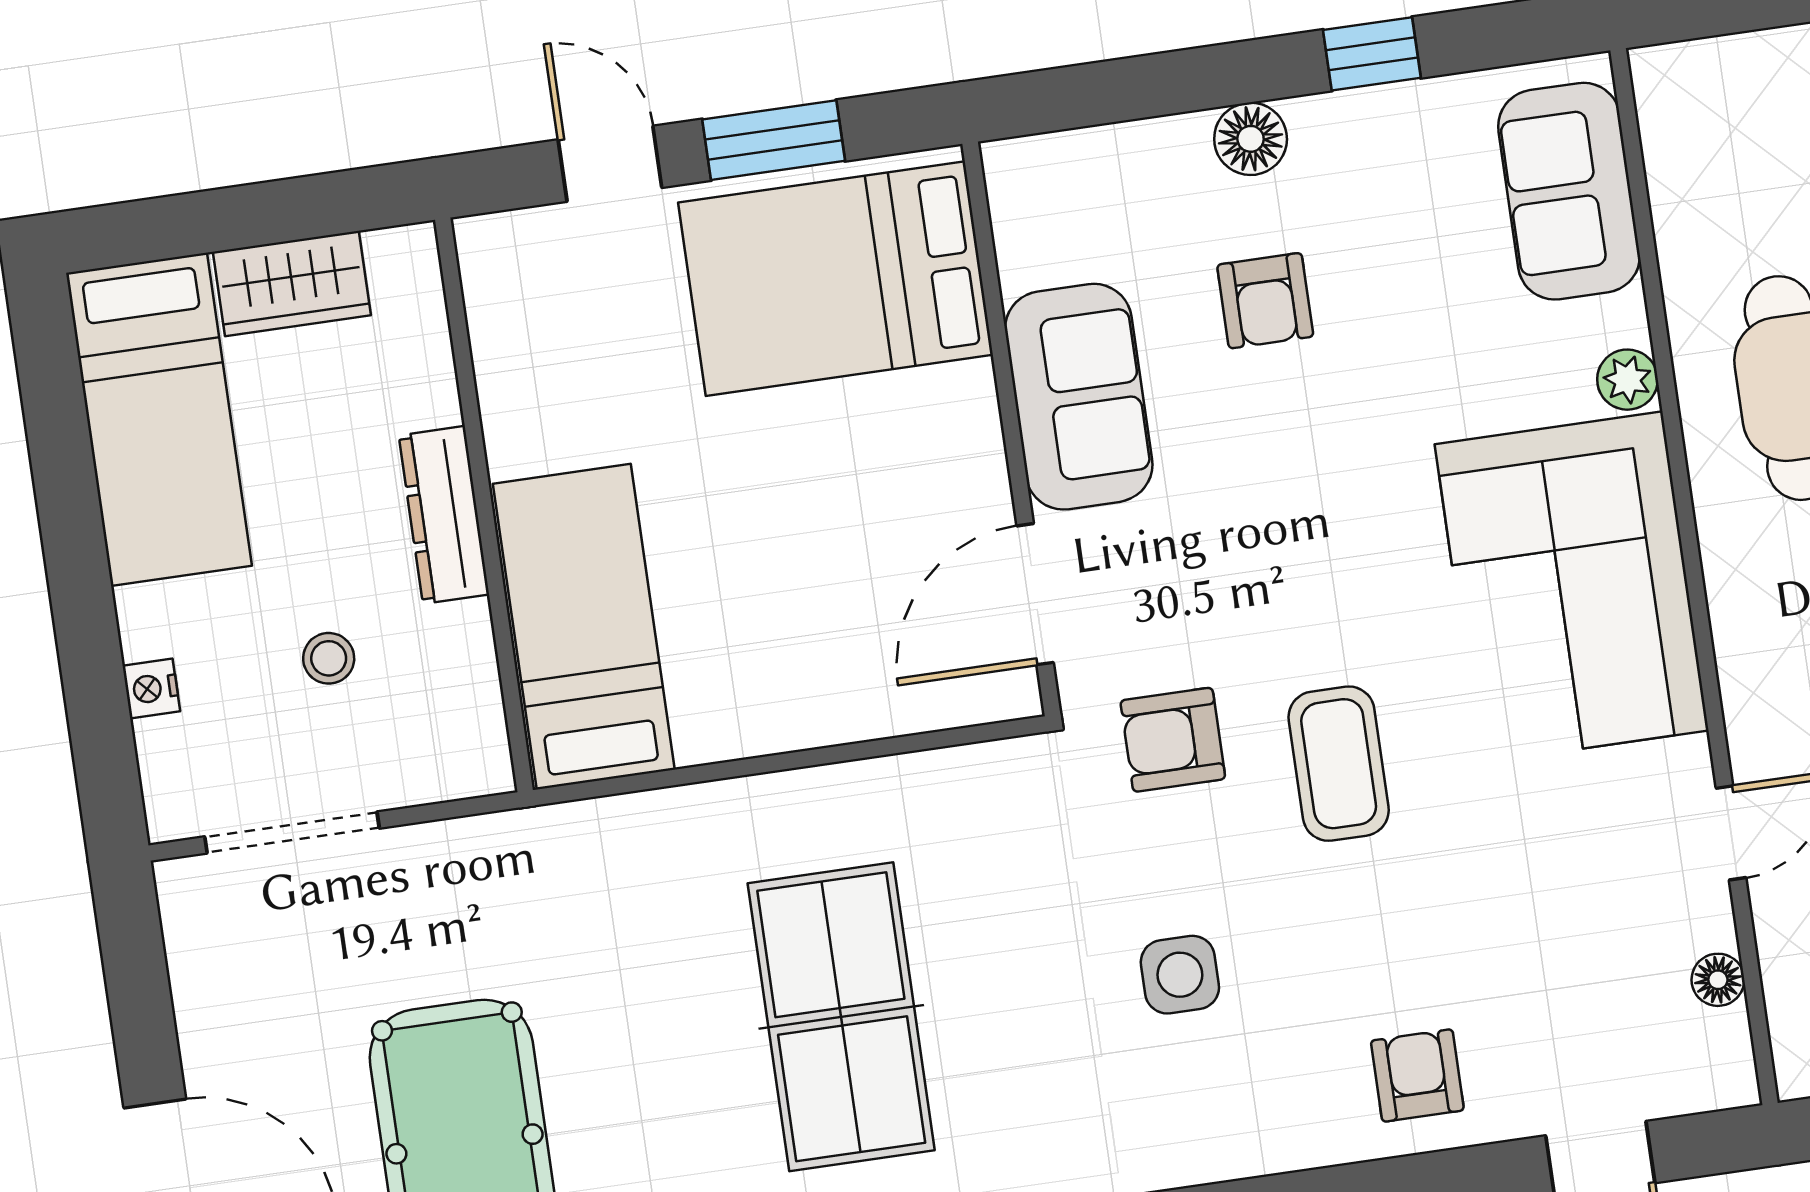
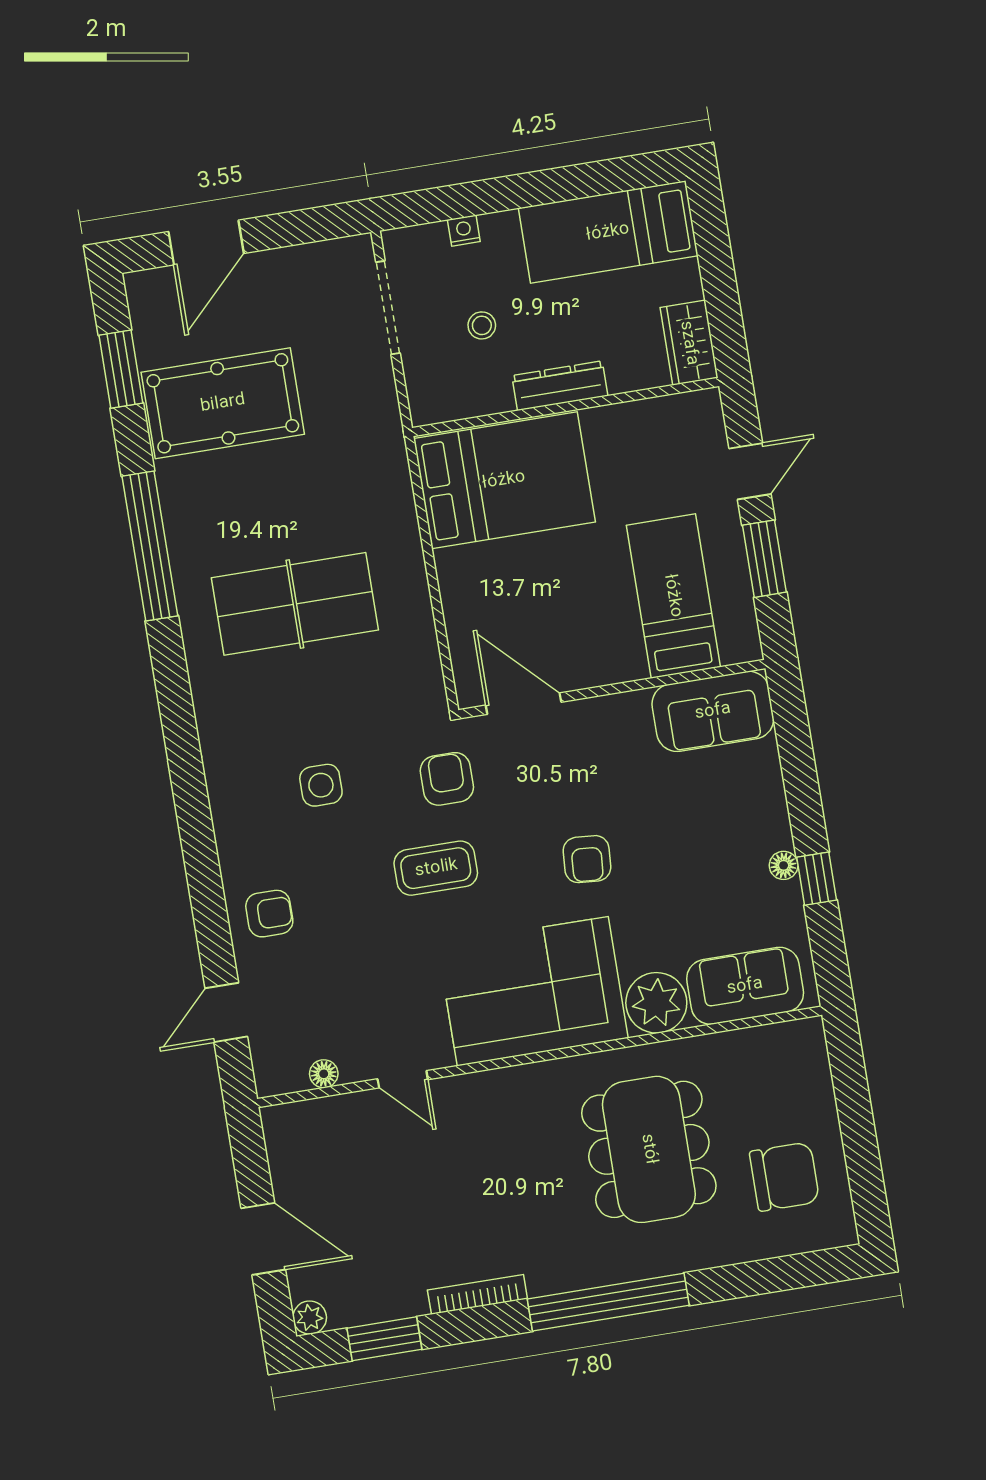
floor lamp: (1251, 139) -> (784, 865), moved, width x0.73, depth x0.73
bed: (835, 279) -> (673, 596), width x0.67
wardrobe: (292, 283) -> (689, 343), moved
armchair: (1265, 301) -> (587, 859), moved, turned -86
plant: (1627, 380) -> (656, 1003), width x1.88, depth x1.88
sofa: (1079, 397) -> (713, 711), moved
bed: (584, 627) -> (504, 480), width x1.50

